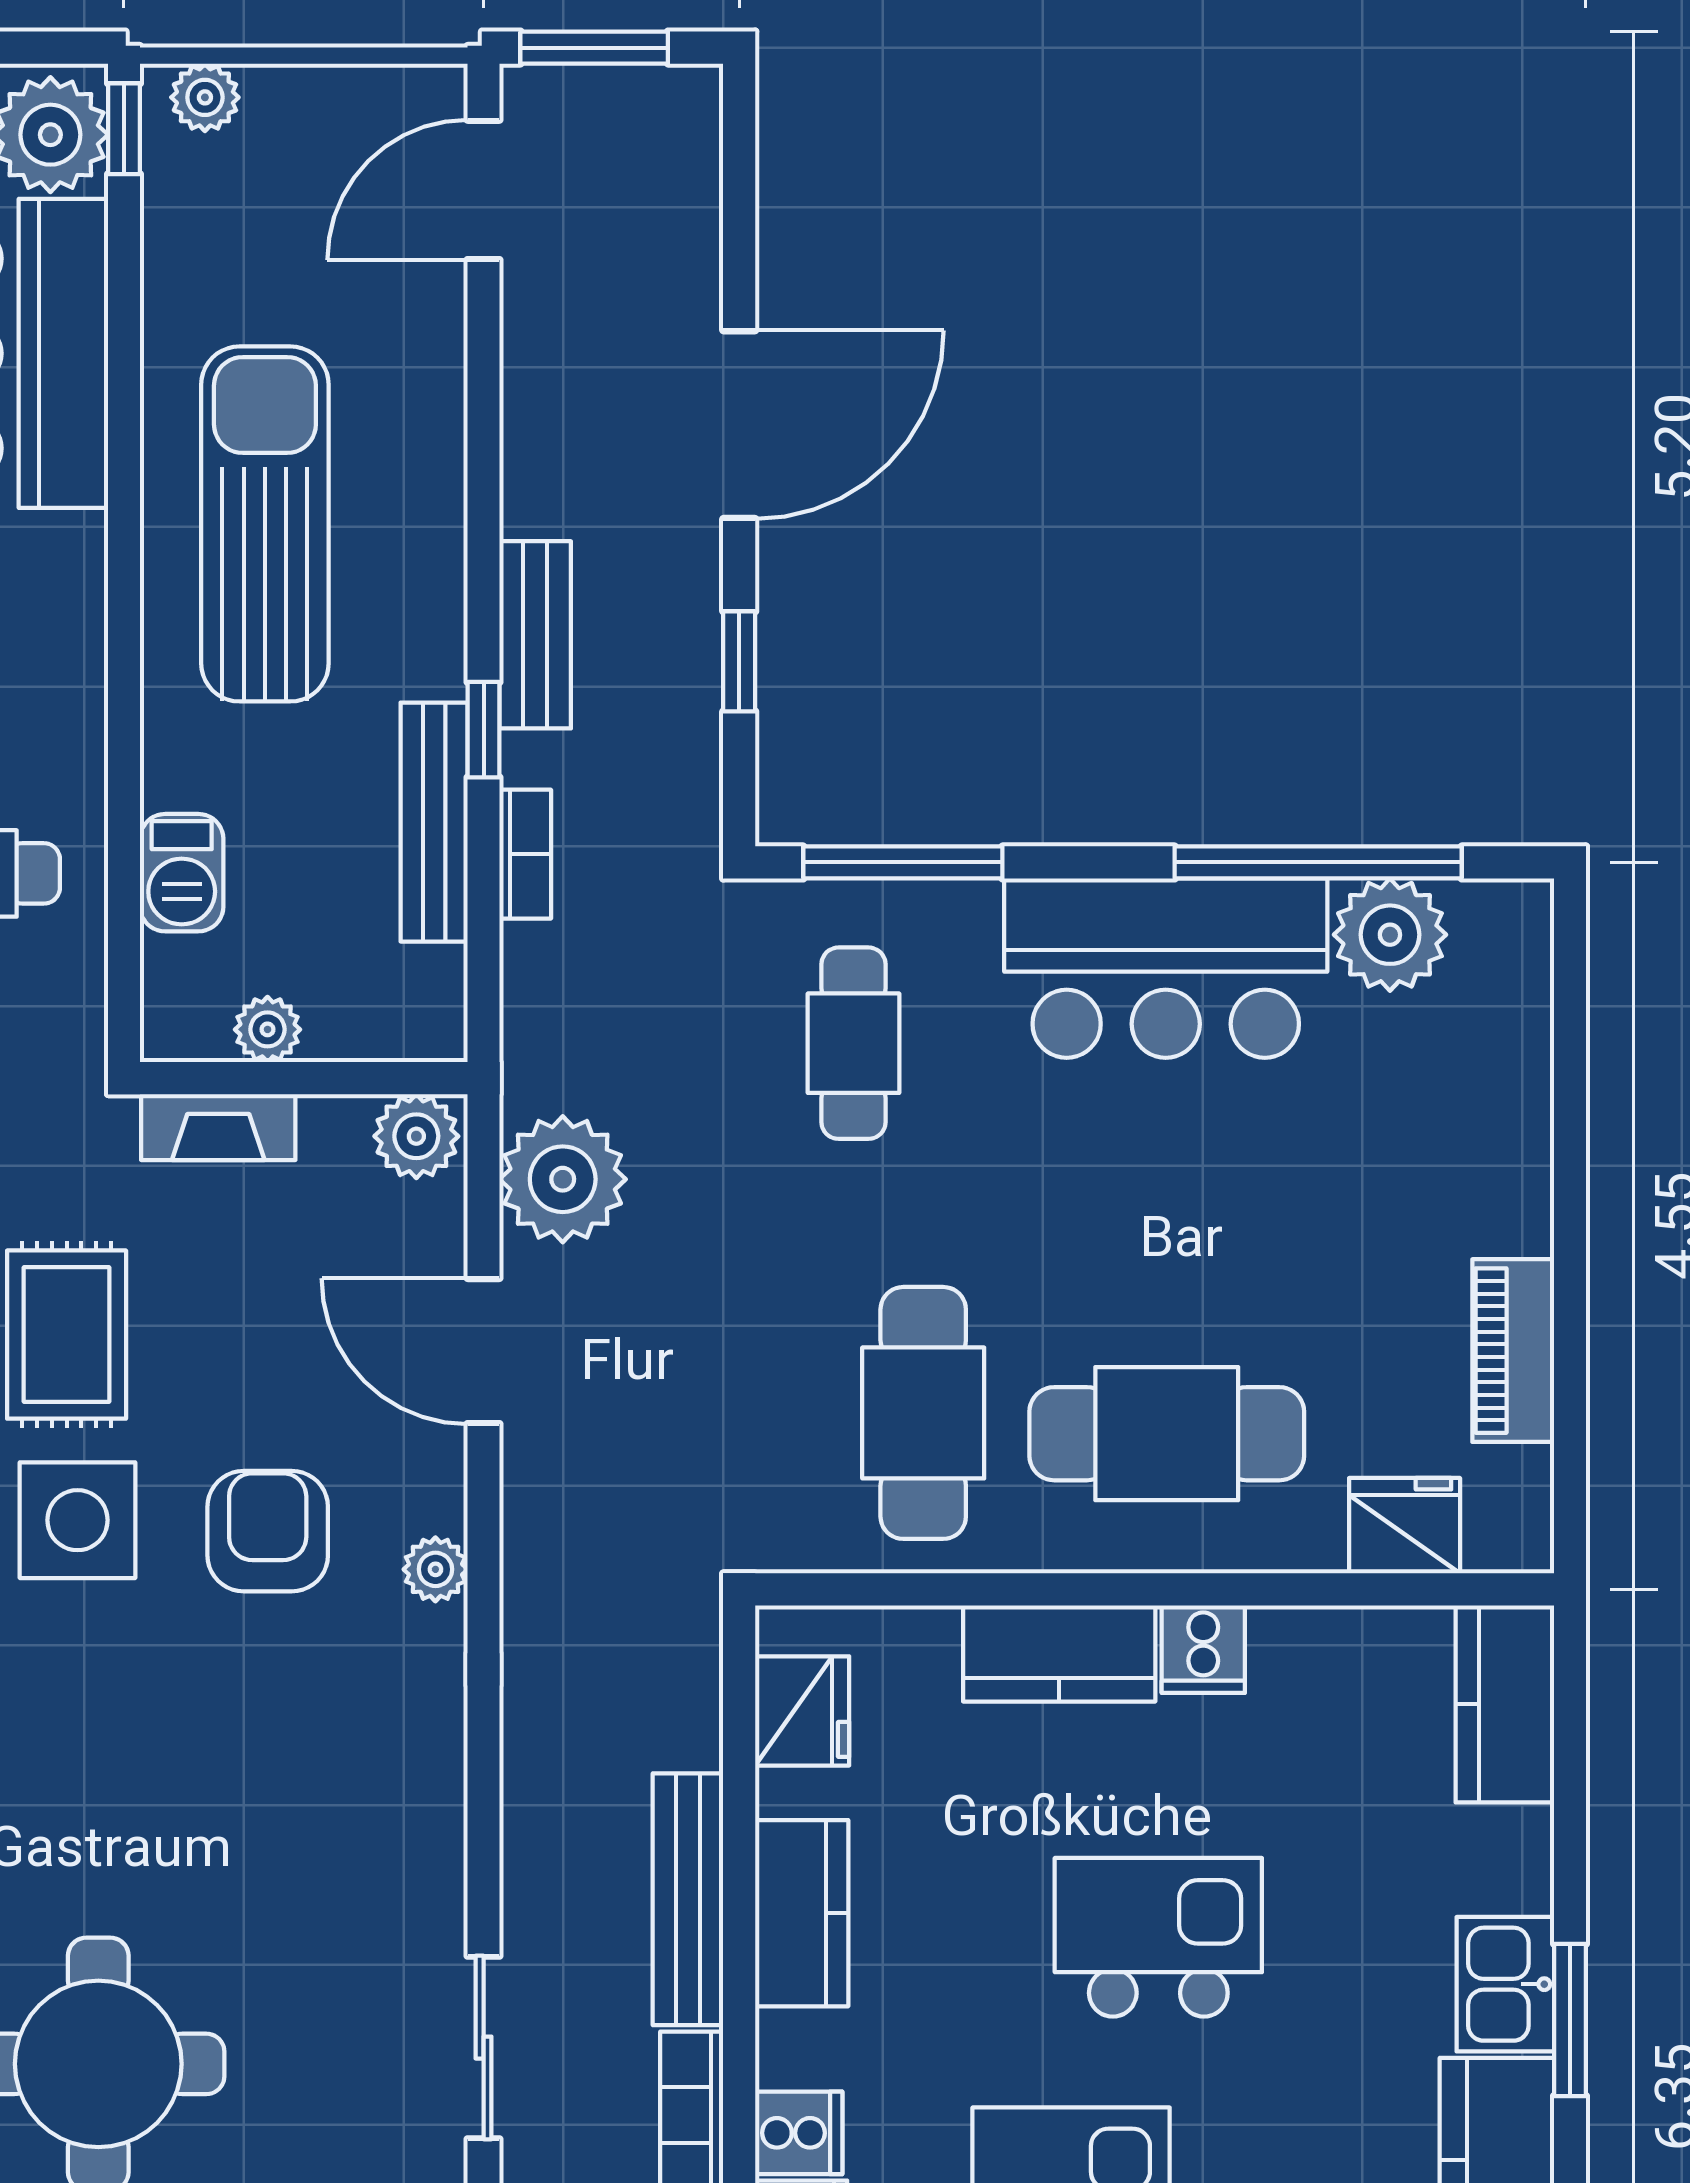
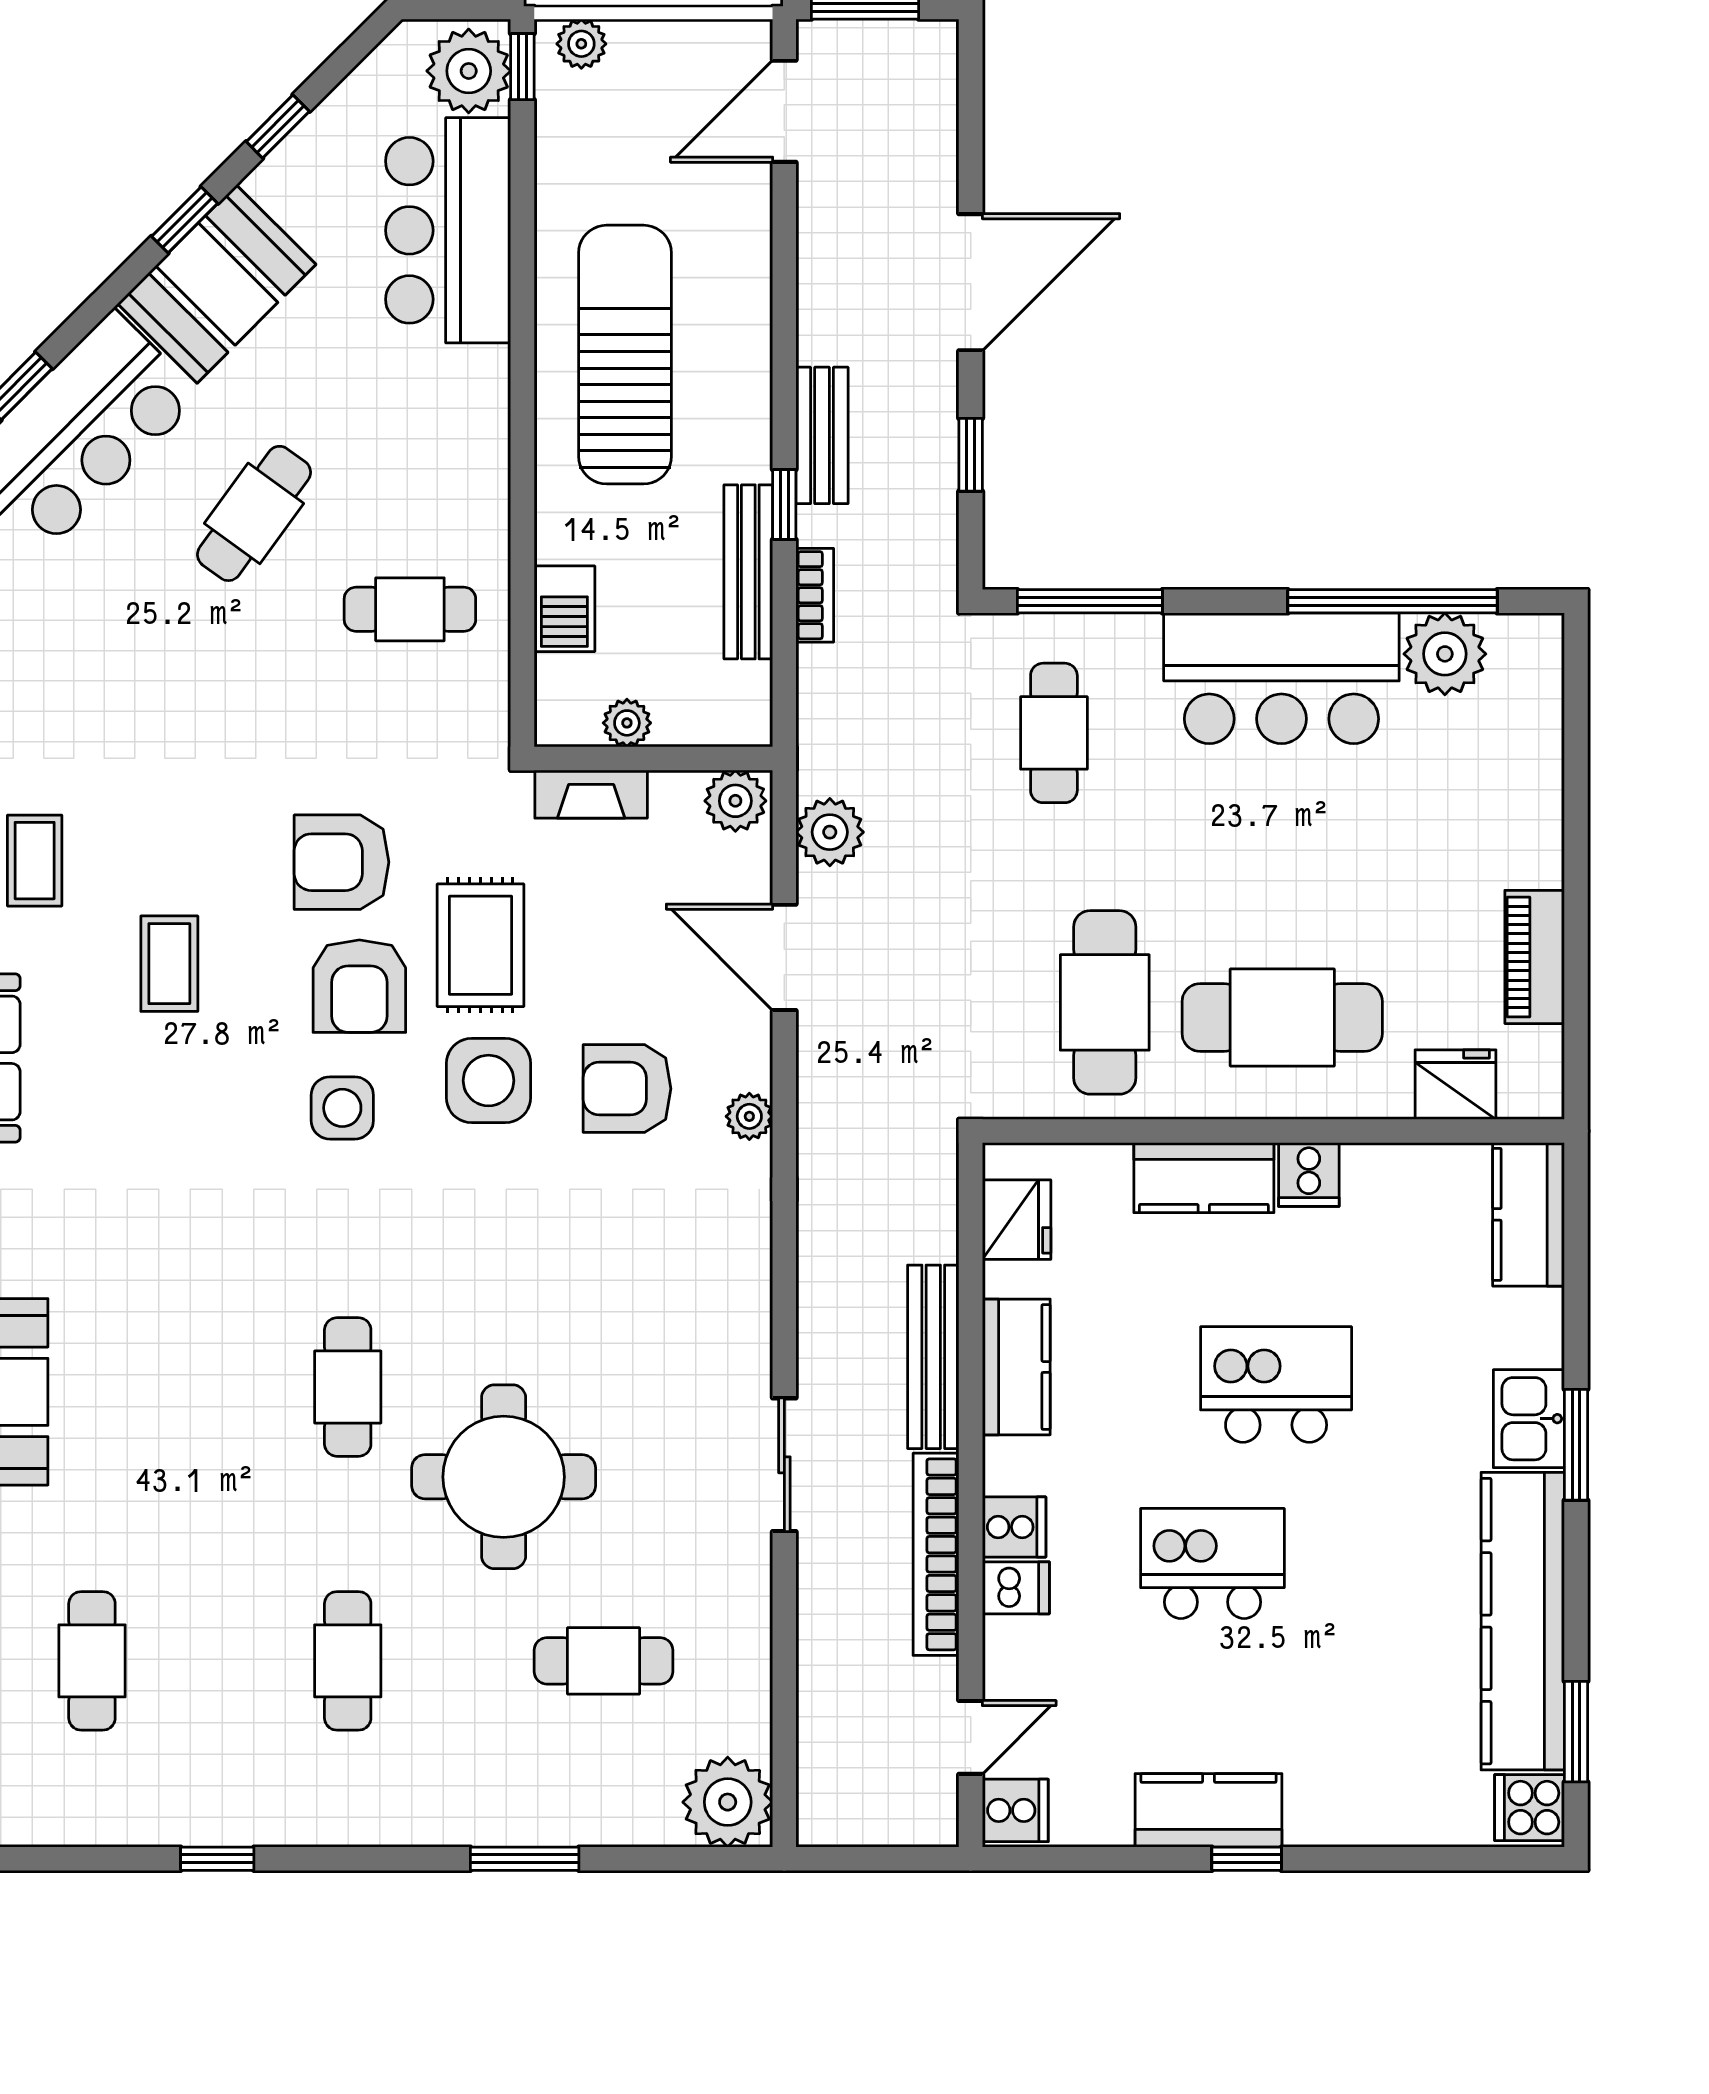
plant: (563, 1179) -> (830, 832), width x0.73, depth x0.73
armchair: (268, 1531) -> (627, 1089), turned -90

